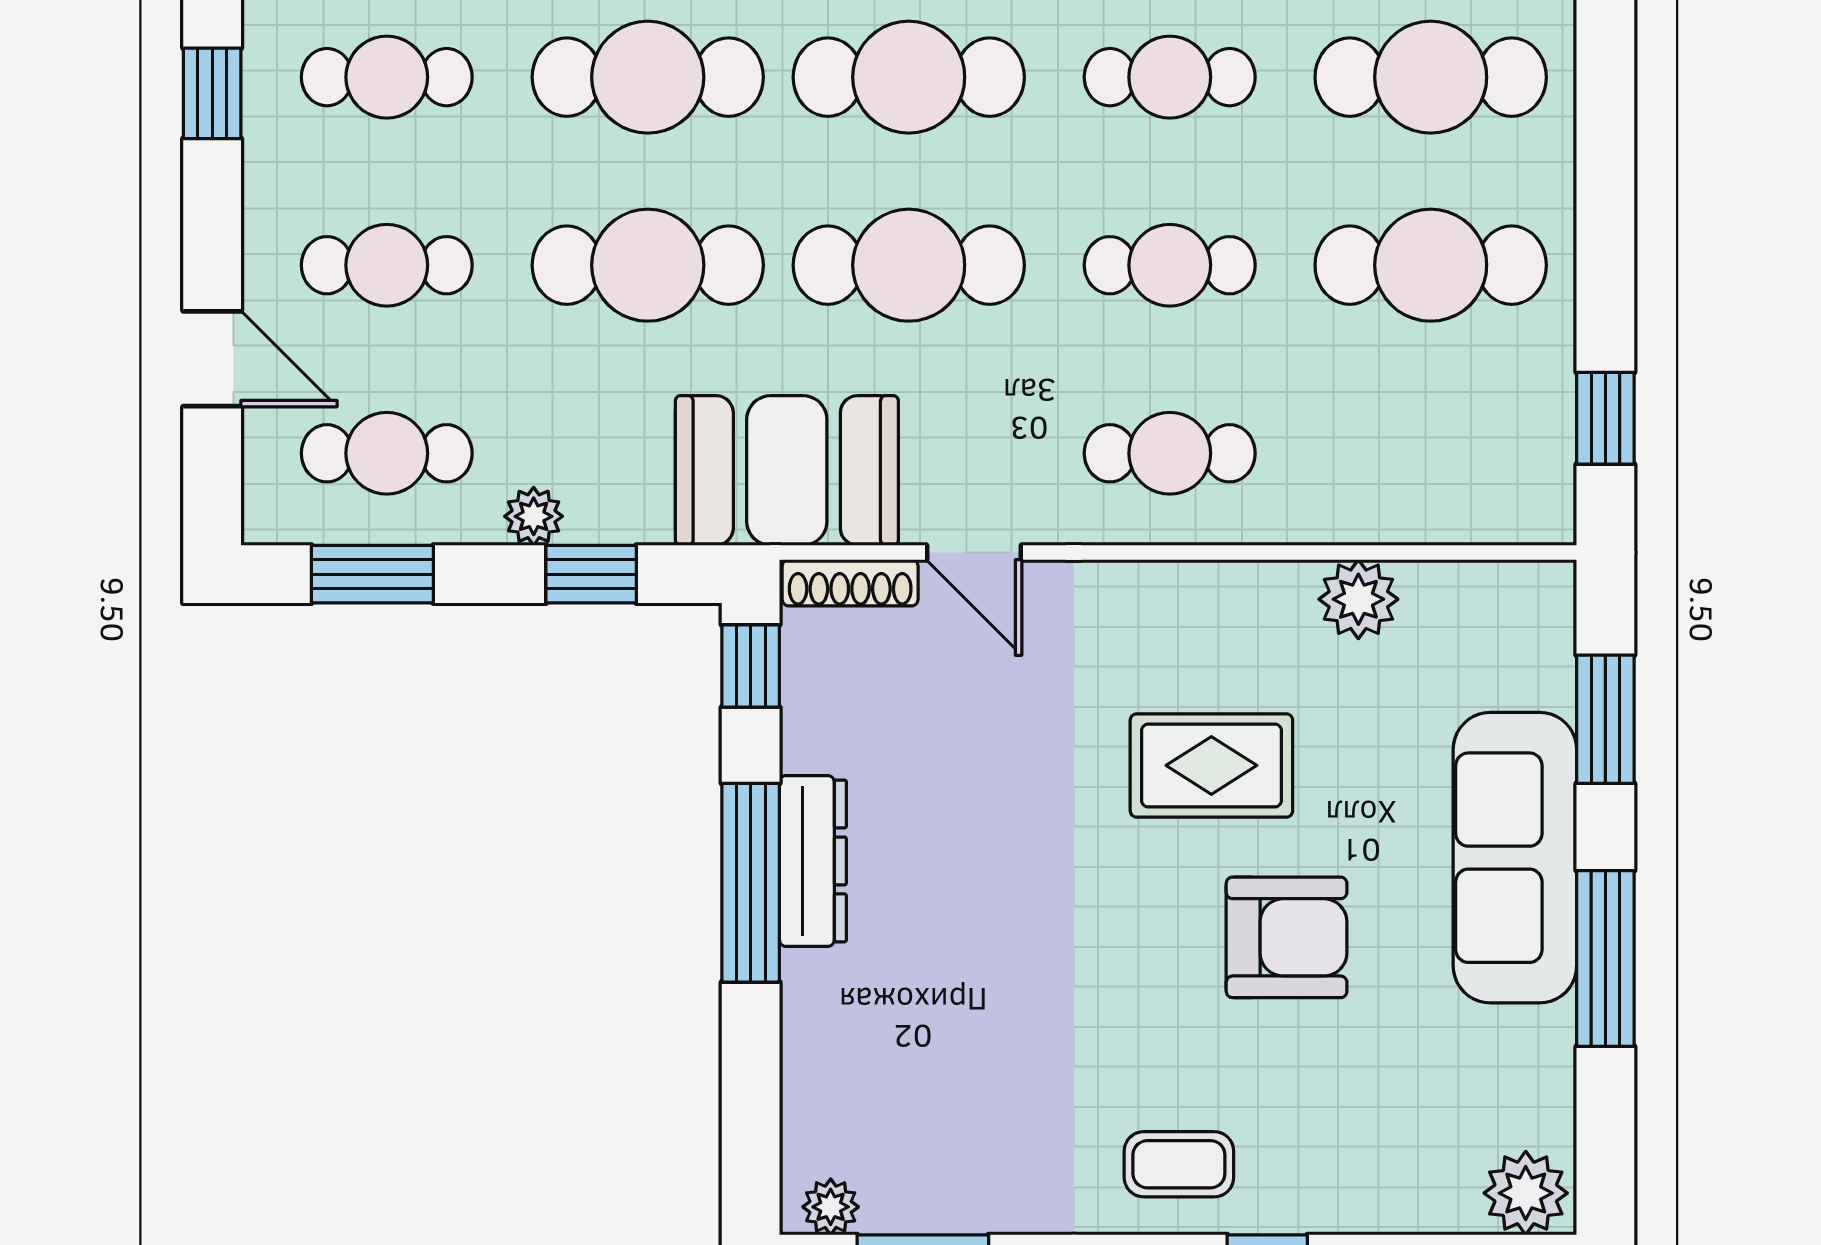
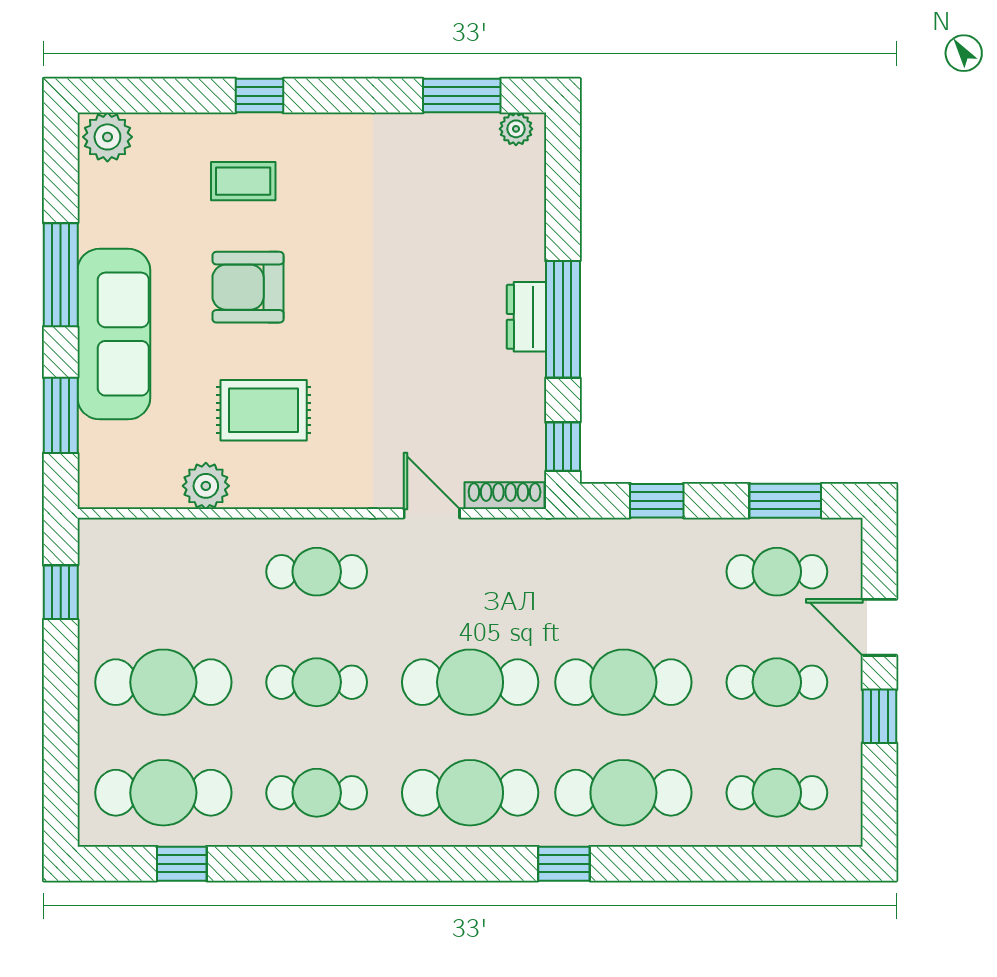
window: (212, 93) -> (879, 716), moved
booth: (787, 470) -> (542, 562), removed
plant: (534, 516) -> (691, 535), removed
rug: (1211, 765) -> (264, 410), moved
dresser: (813, 861) -> (526, 317), width x0.70
coffee table: (1179, 1164) -> (243, 181), moved

